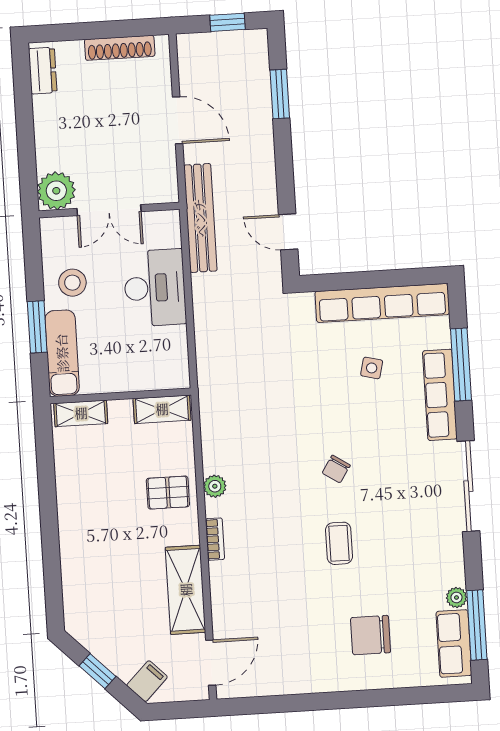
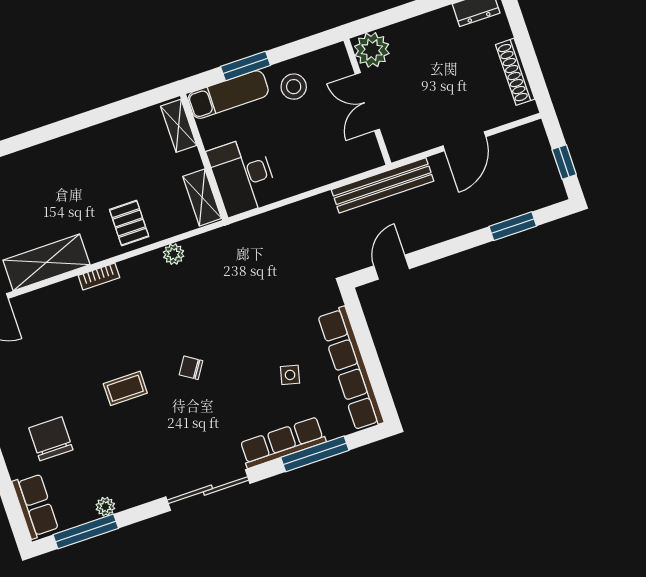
desk: (155, 288) -> (243, 176), moved, turned 90
plant: (215, 486) -> (174, 254), moved
row of seats: (454, 643) -> (35, 506), moved, turned 90

